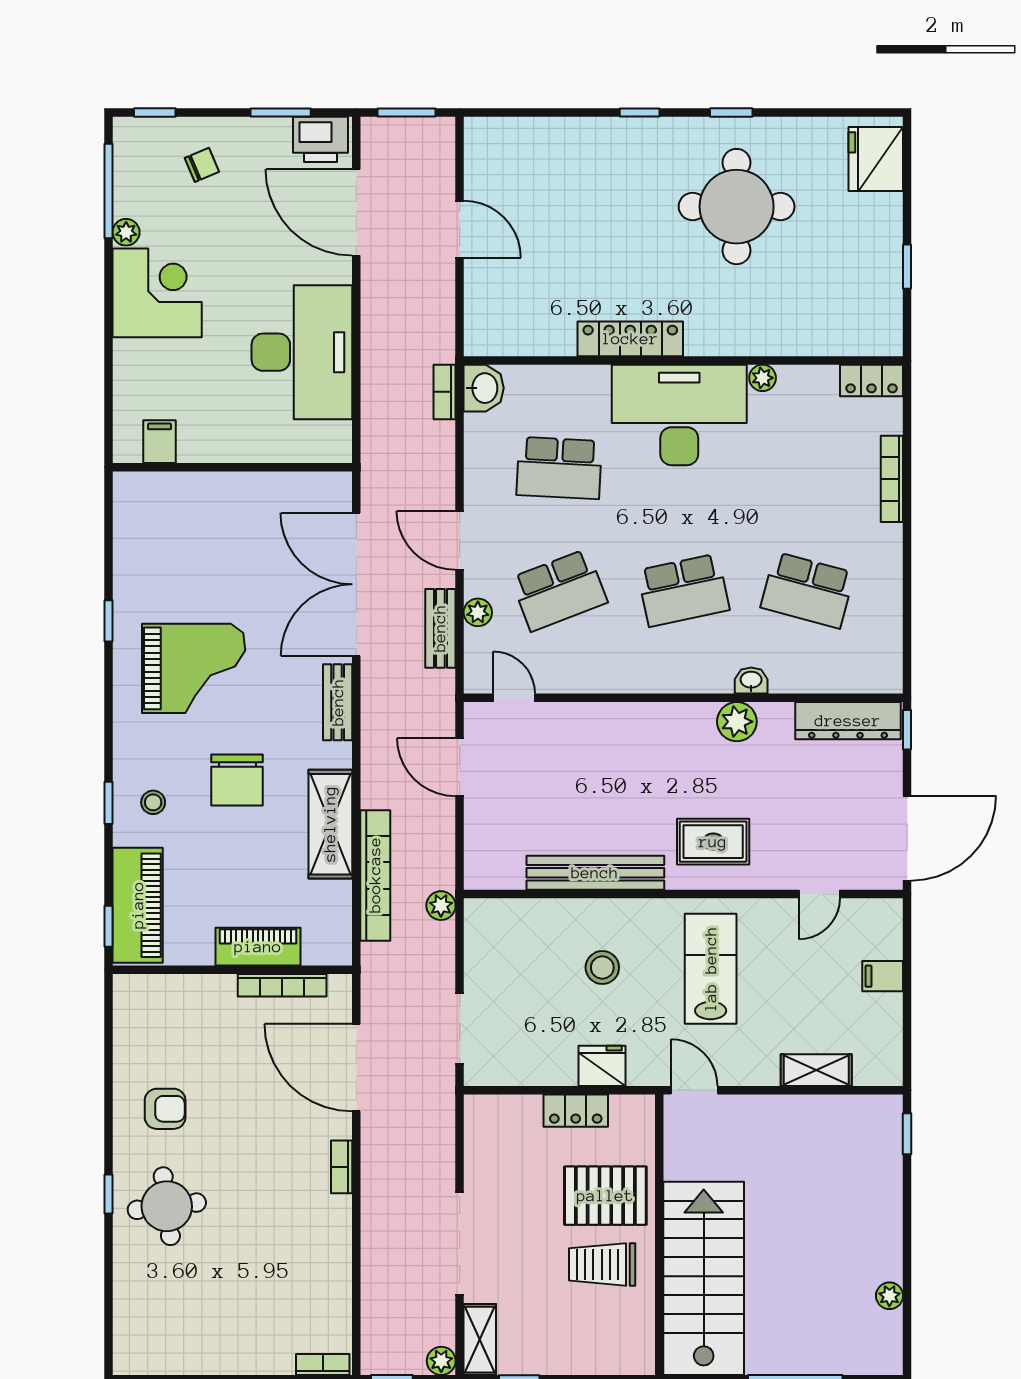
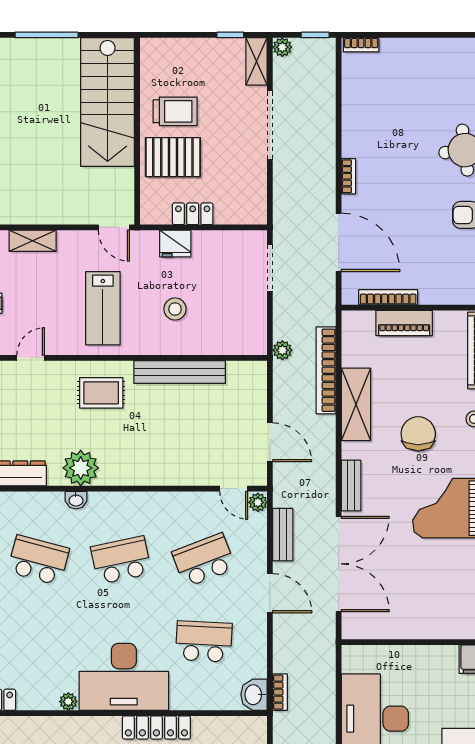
plant: (478, 612) -> (258, 502), moved
plant: (737, 722) -> (81, 468), width x1.36, depth x1.36

